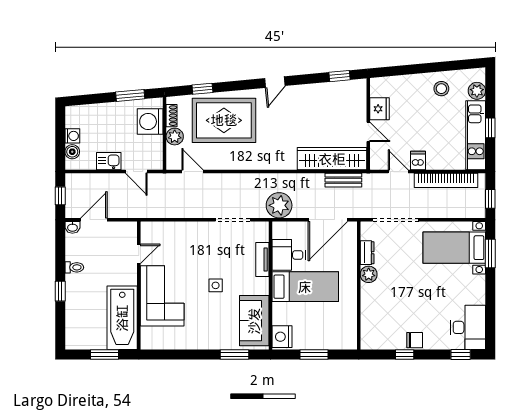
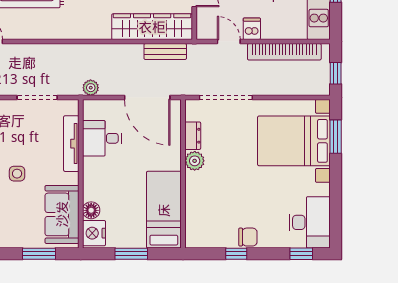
plant: (279, 205) -> (91, 88), width x0.53, depth x0.53
door: (328, 220) -> (147, 97), hinge flipped
bed with nightstands: (454, 248) -> (294, 141), width x1.36
tv unit: (262, 260) -> (71, 144), width x1.41
bed: (305, 287) -> (164, 210), moved, turned -90
floor lamp: (279, 317) -> (91, 210), added

